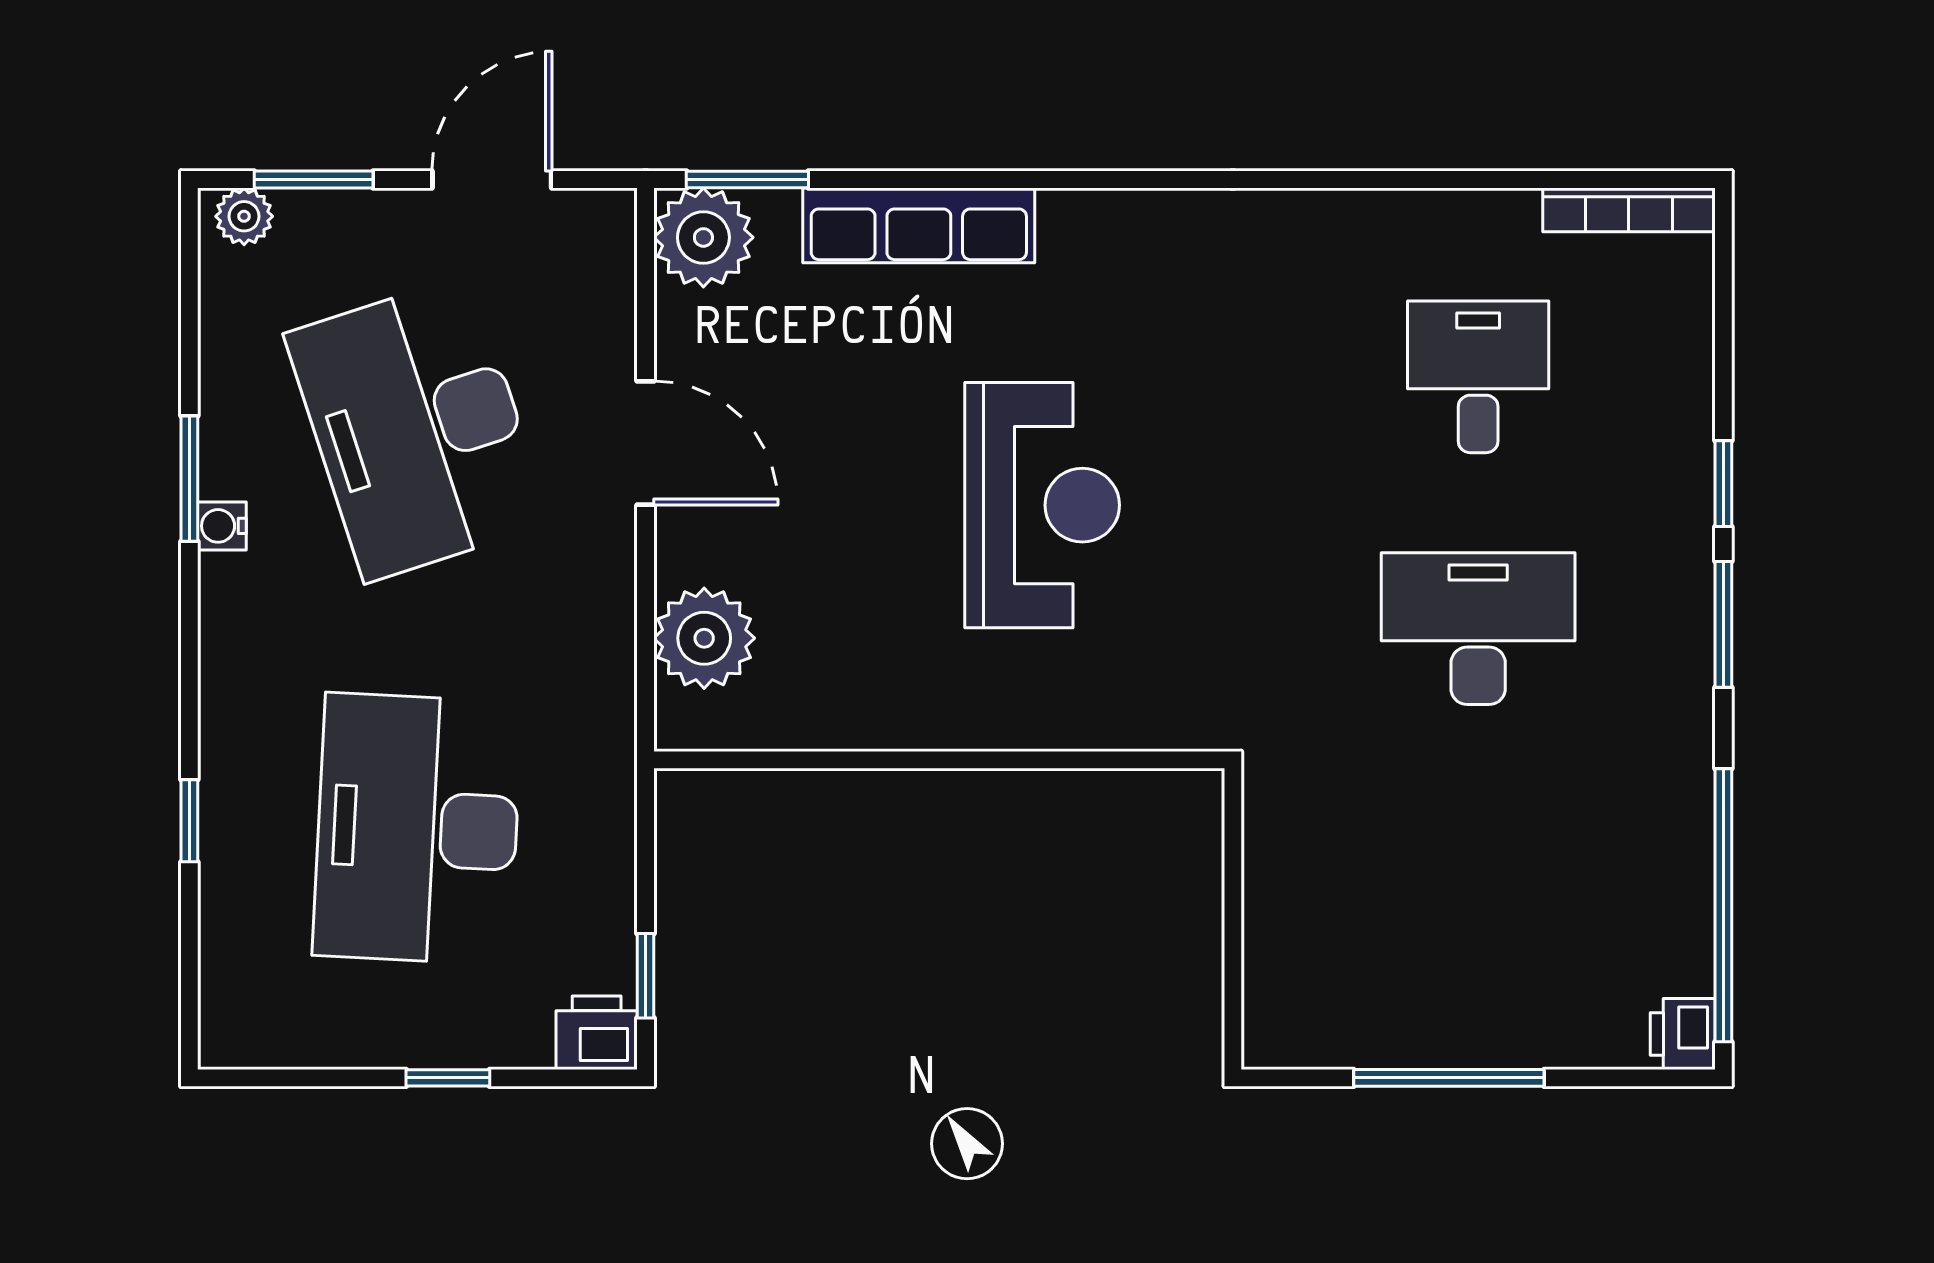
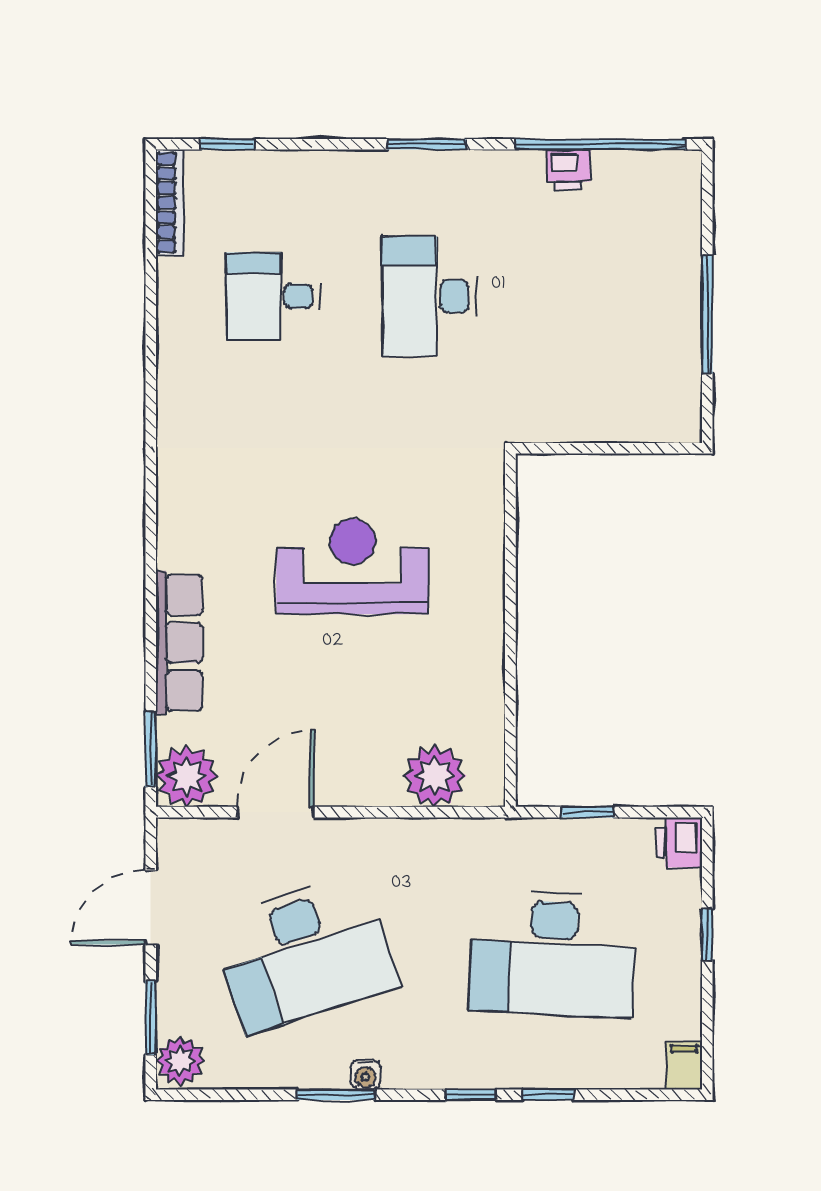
door: (492, 180) -> (151, 907), hinge flipped
plant: (244, 216) -> (180, 1061), width x1.38, depth x1.38
door: (645, 443) -> (276, 812), moved
window: (1723, 484) -> (227, 144), moved
window: (189, 696) -> (471, 1095), added
window: (645, 976) -> (588, 812), moved
printer: (1683, 1034) -> (568, 169), moved
filing cabinet: (237, 1040) -> (684, 1066), added

